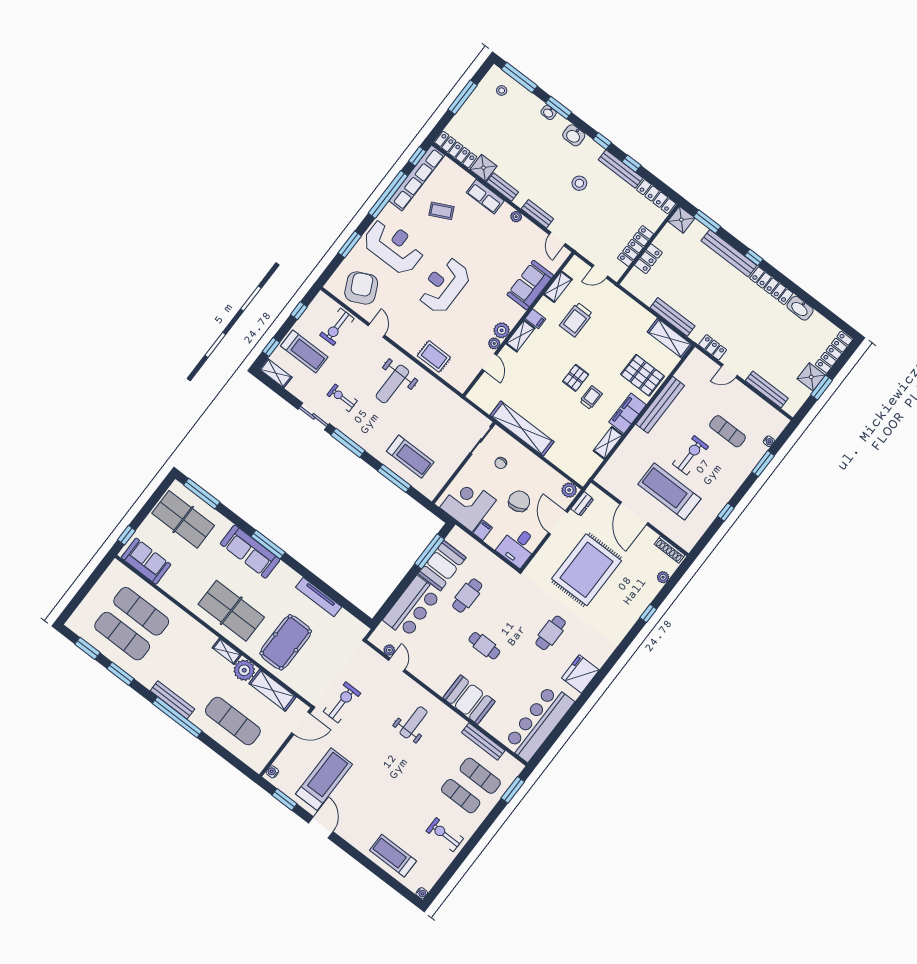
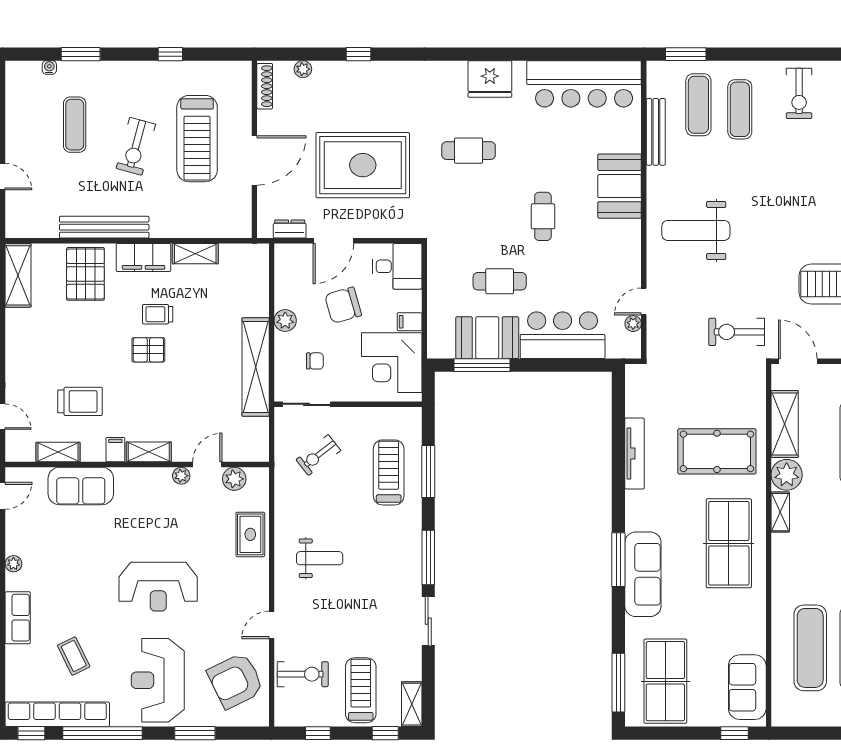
plant: (502, 330) -> (234, 479), moved
weight bench: (392, 384) -> (320, 558), width x0.73, depth x0.75
exercise bike: (342, 398) -> (318, 455), moved, turned 52
exercise bike: (691, 455) -> (136, 146), turned -75
plant: (569, 490) -> (285, 321), moved
weight bench: (413, 722) -> (696, 230), width x1.36, depth x1.33

